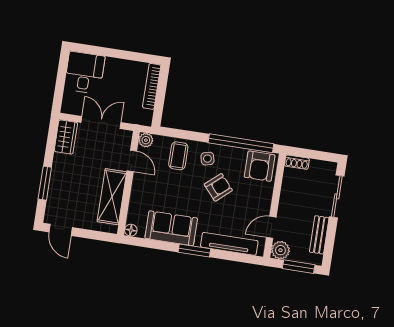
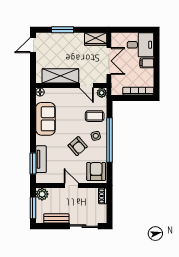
filing cabinet: (112, 67) -> (147, 63), added
window: (241, 143) -> (109, 140), moved
door: (132, 161) -> (86, 86), hinge flipped
armchair: (260, 166) -> (96, 171), turned 90
door: (271, 227) -> (71, 186), moved
tv unit: (229, 244) -> (41, 159), width x0.71
window: (194, 251) -> (33, 163), moved

